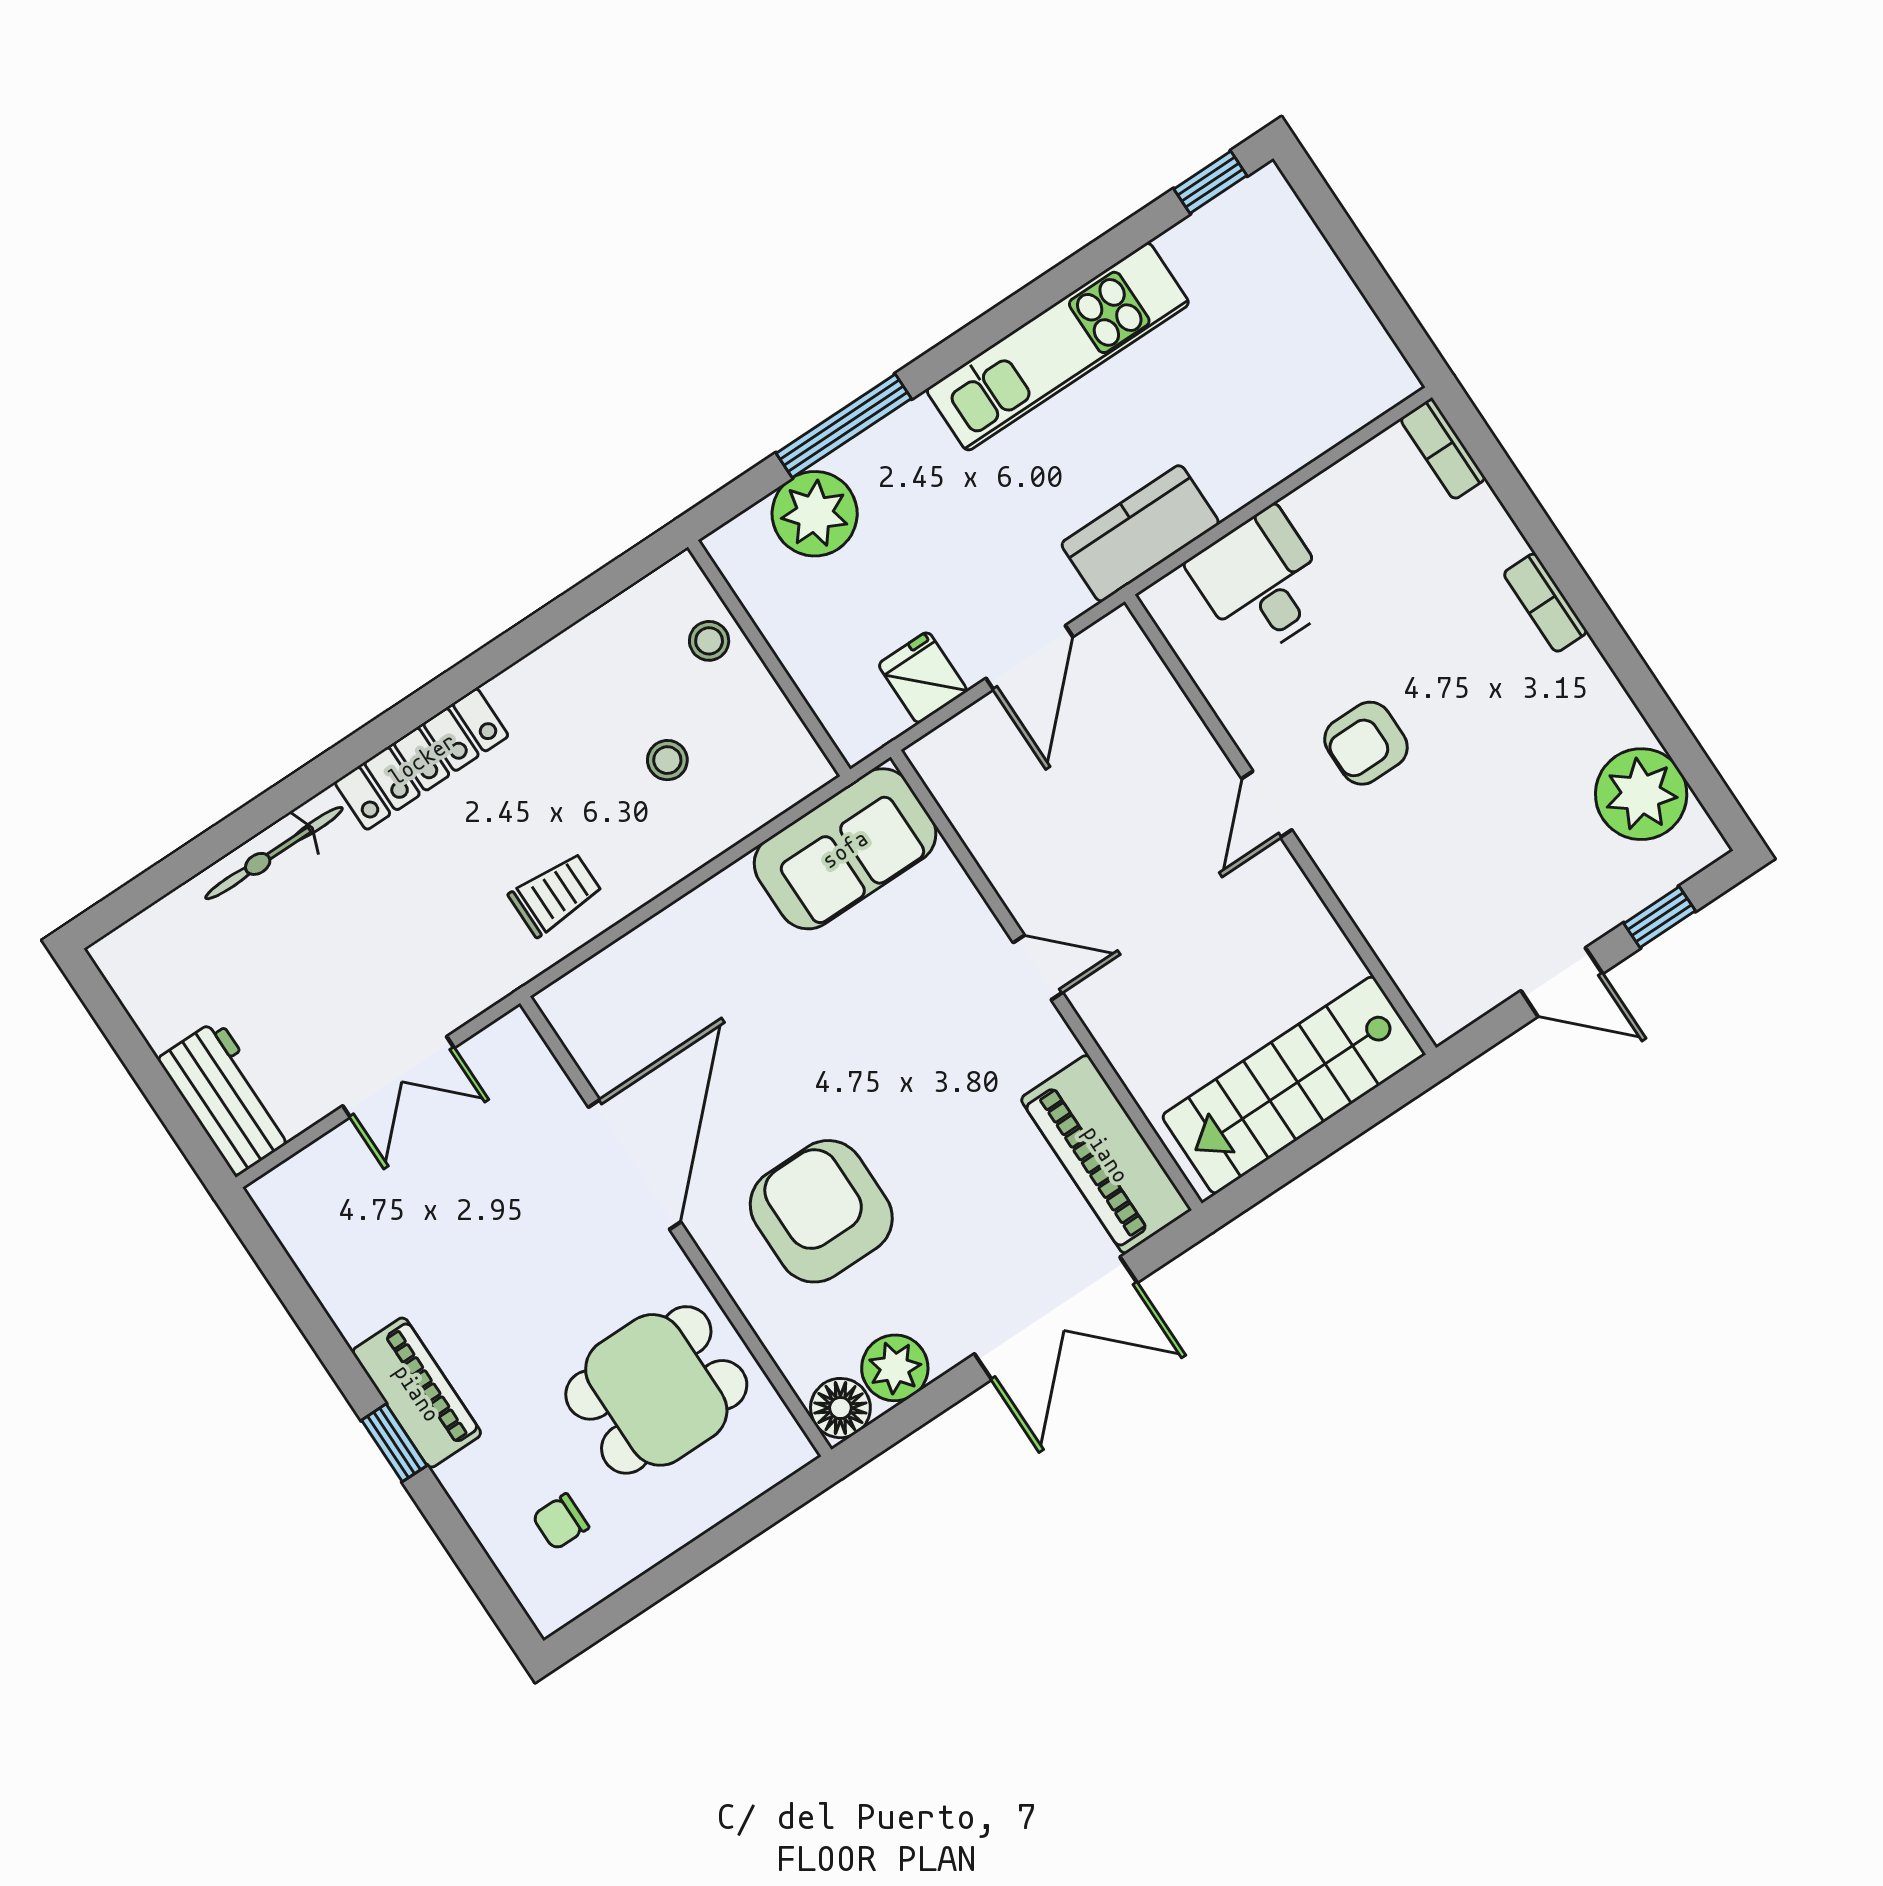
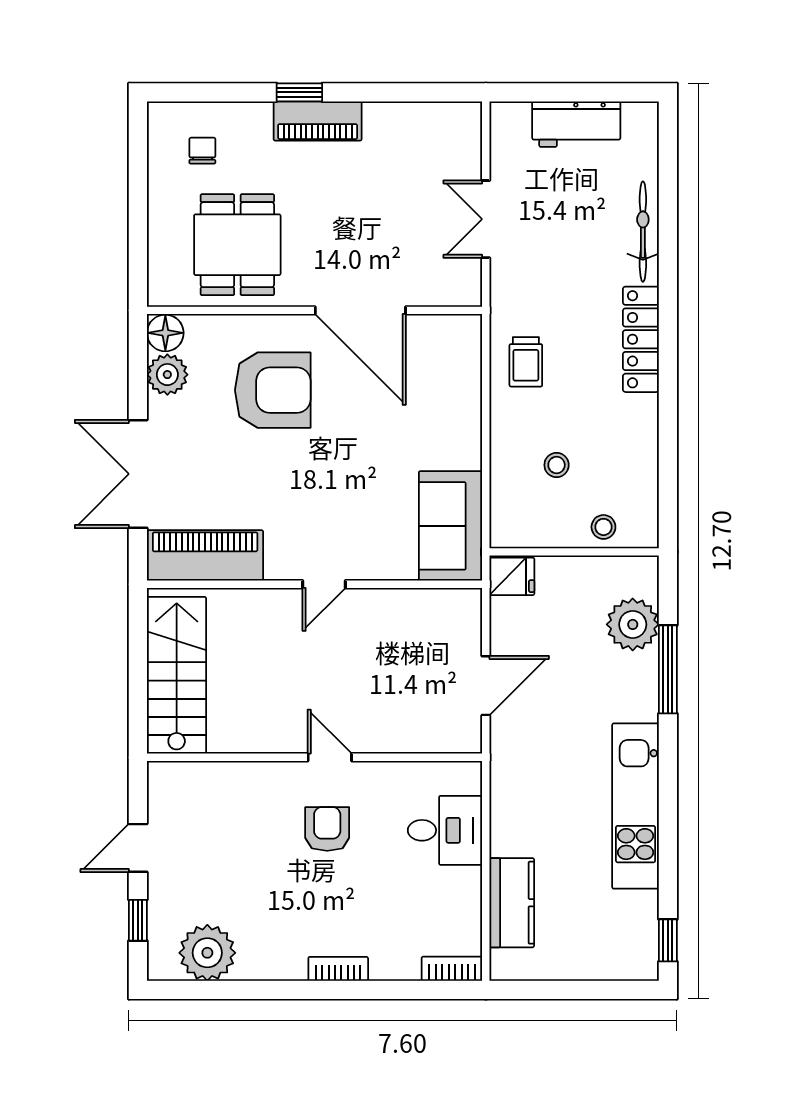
kitchen counter: (1140, 533) -> (512, 903), moved
door: (1029, 657) -> (486, 686), swing flipped
fridge: (923, 678) -> (512, 576), moved
workbench: (227, 1098) -> (576, 124), moved

